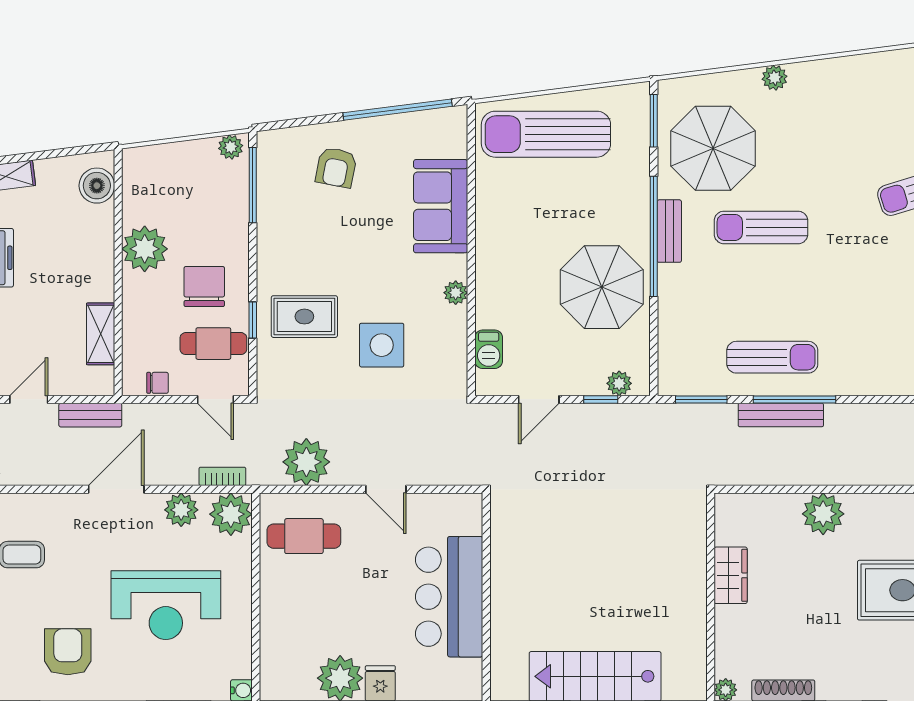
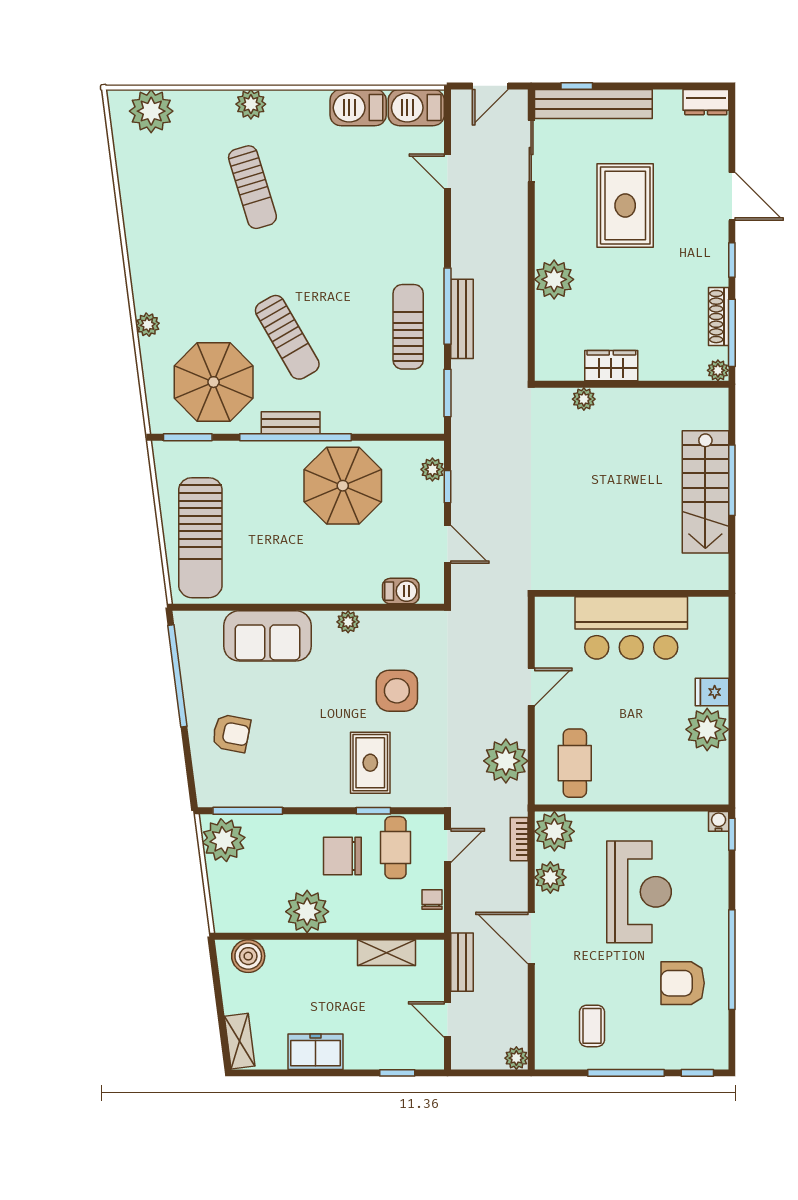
plant: (231, 147) -> (224, 840), width x1.88, depth x1.88
sun lounger: (761, 227) -> (287, 337), turned -30
plant: (695, 546) -> (584, 399), added

